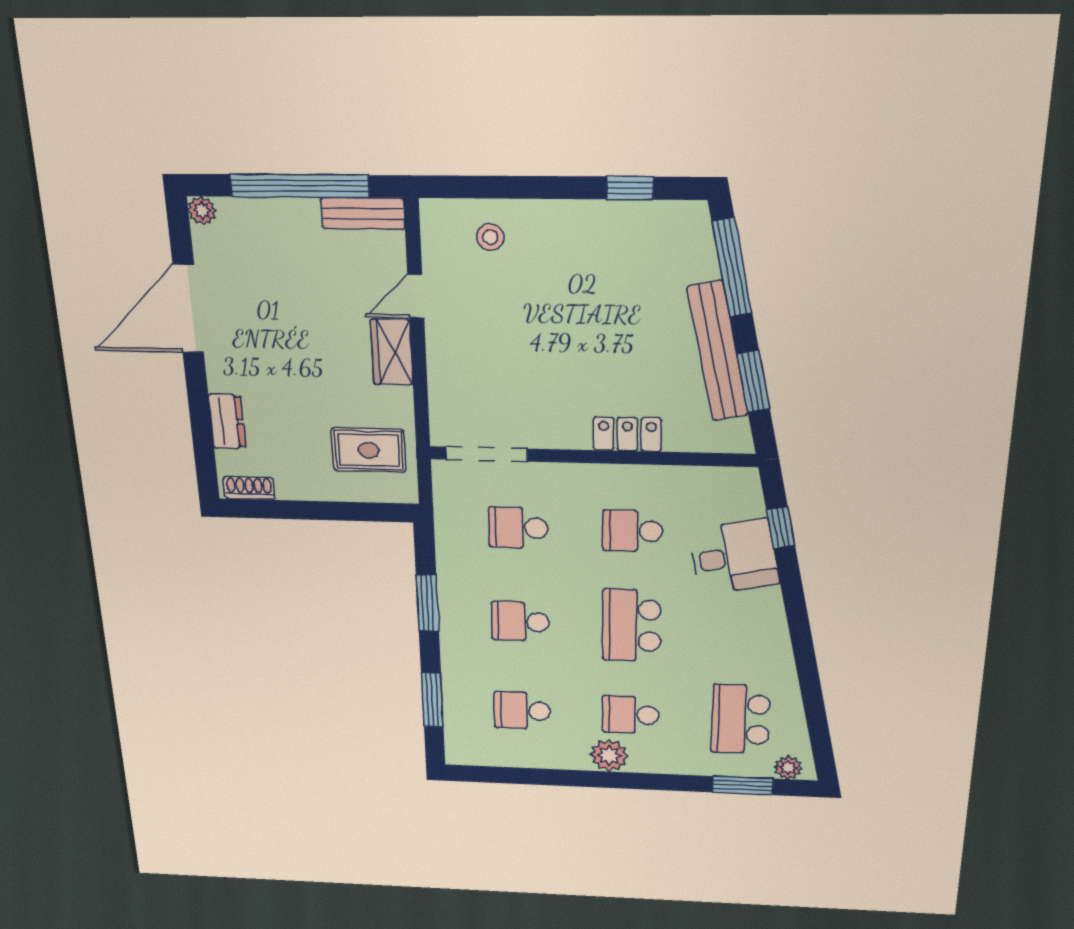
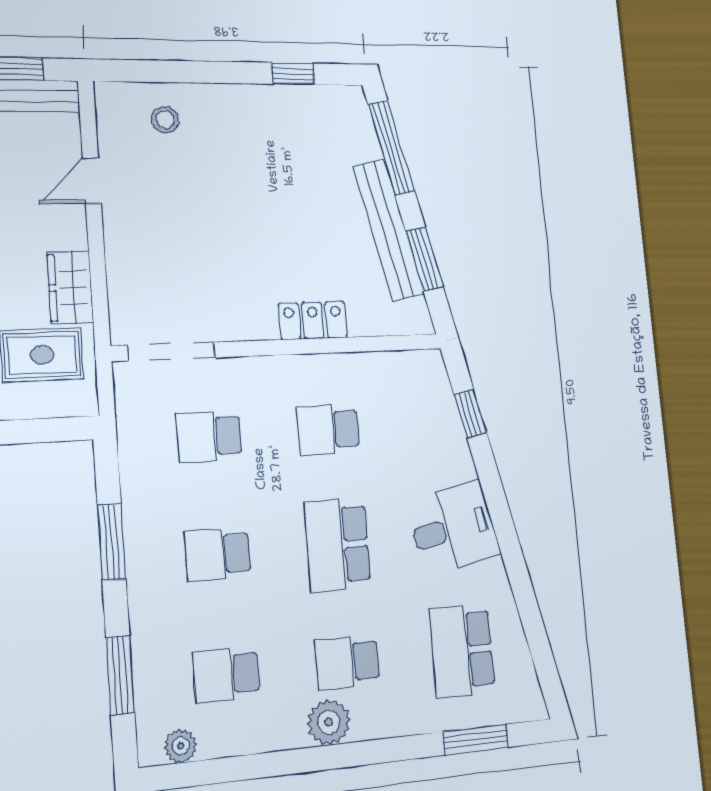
wardrobe: (392, 352) -> (70, 288), moved
desk: (734, 557) -> (453, 528), moved
plant: (788, 768) -> (181, 746), moved

